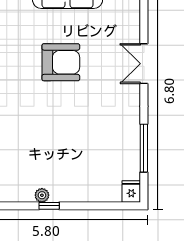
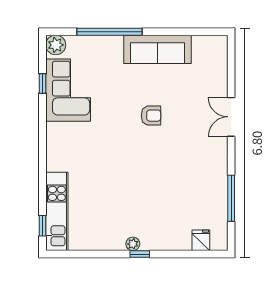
armchair: (61, 62) -> (151, 116), width x0.53, depth x0.53
fridge: (131, 192) -> (201, 240), moved

